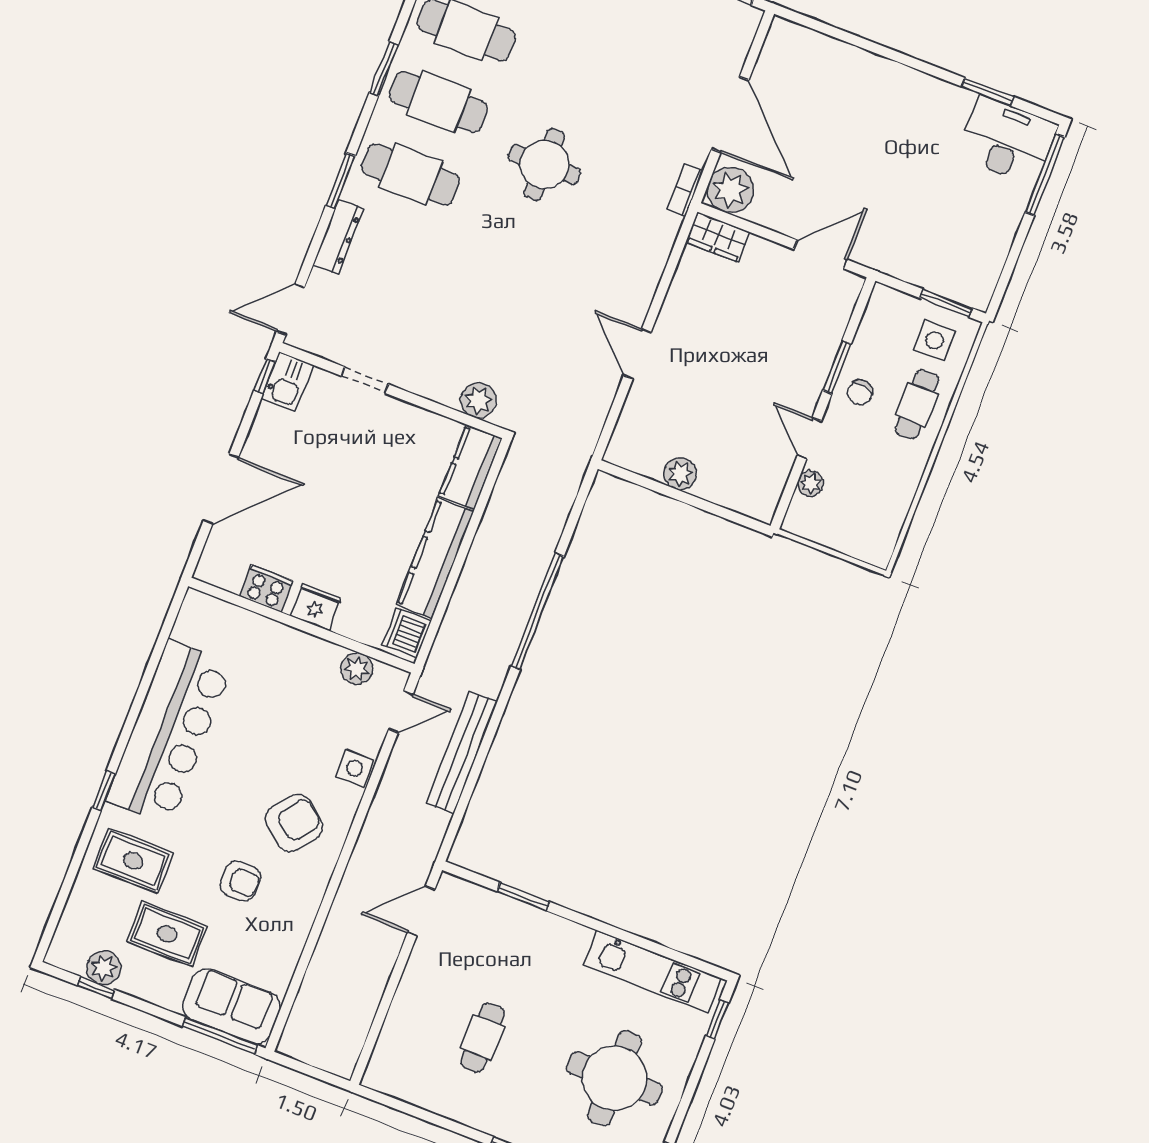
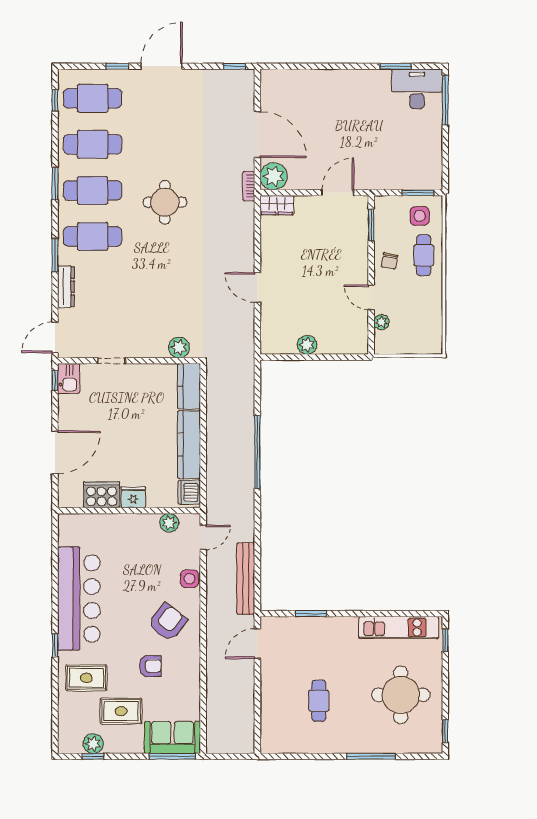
window: (837, 367) -> (371, 225), moved
cooker: (266, 588) -> (102, 495), width x1.37, depth x1.31
bench: (462, 753) -> (246, 578), moved

